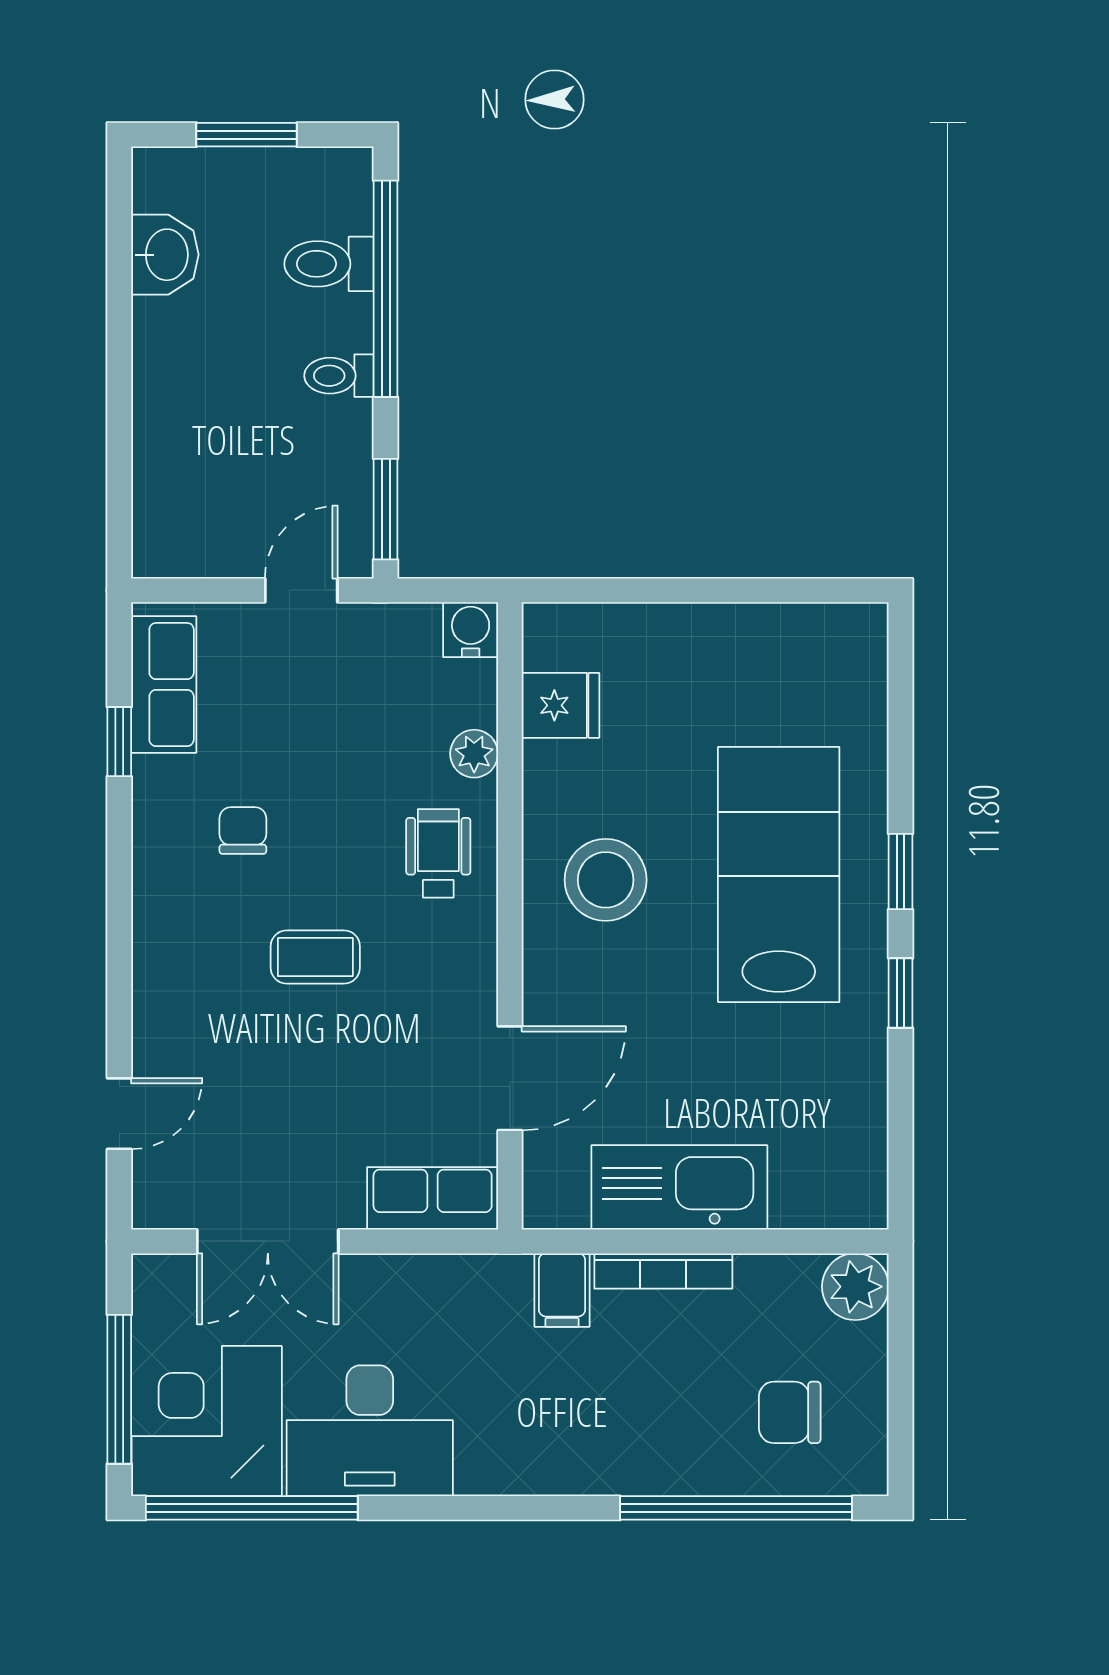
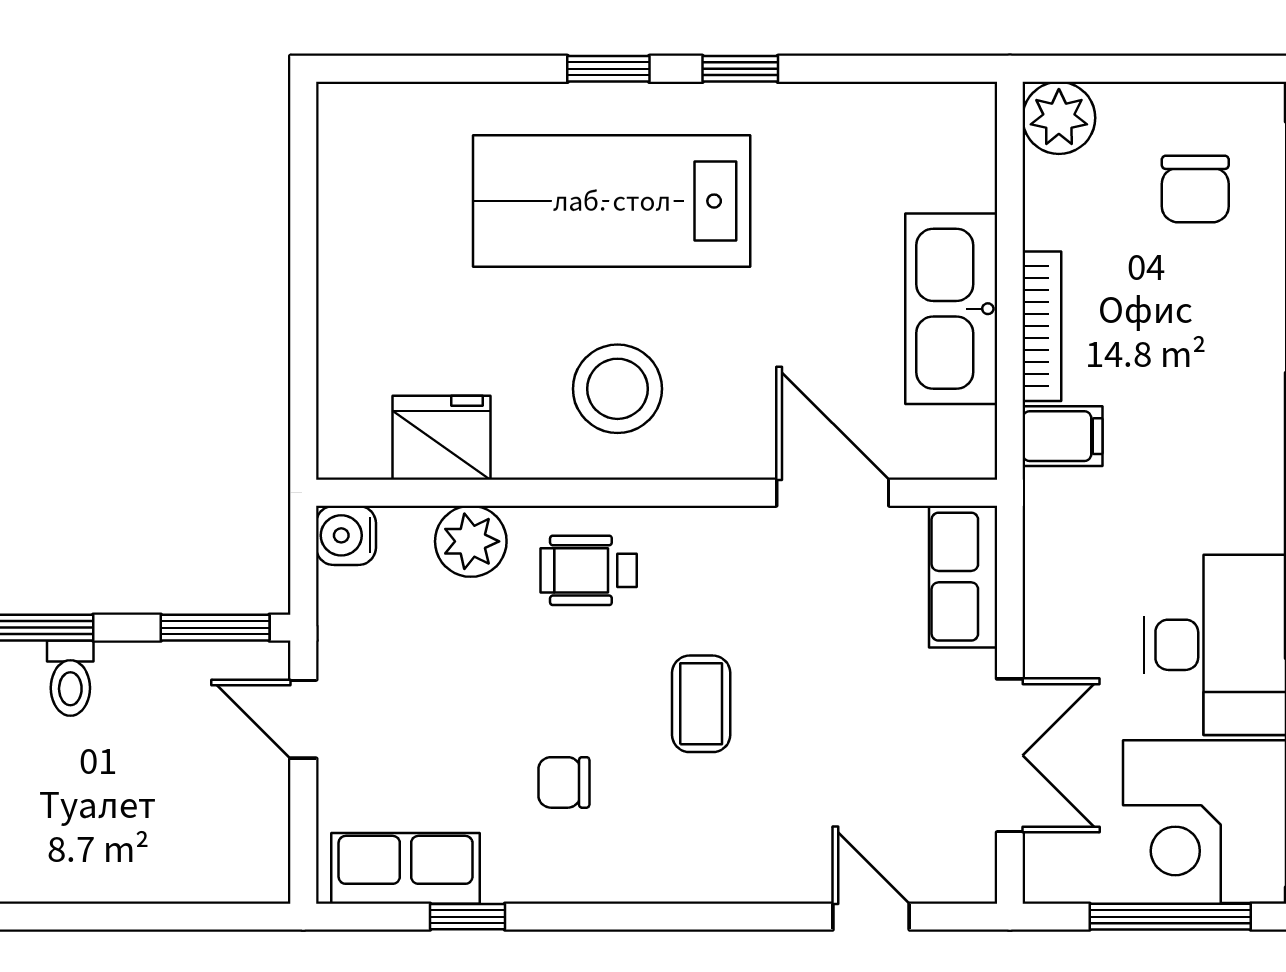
fridge: (560, 705) -> (442, 438), width x1.38
plant: (474, 754) -> (471, 541), width x1.38, depth x1.38

